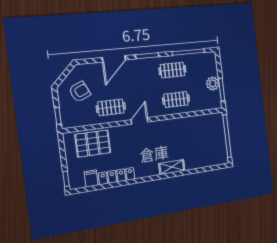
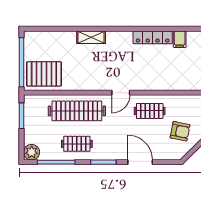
door: (114, 59) -> (140, 162), hinge flipped
plant: (213, 84) -> (32, 152), moved
armchair: (80, 92) -> (180, 131), turned -145
clothes rail: (176, 100) -> (77, 111), width x1.86, depth x1.31
pallet: (93, 144) -> (44, 74), moved

